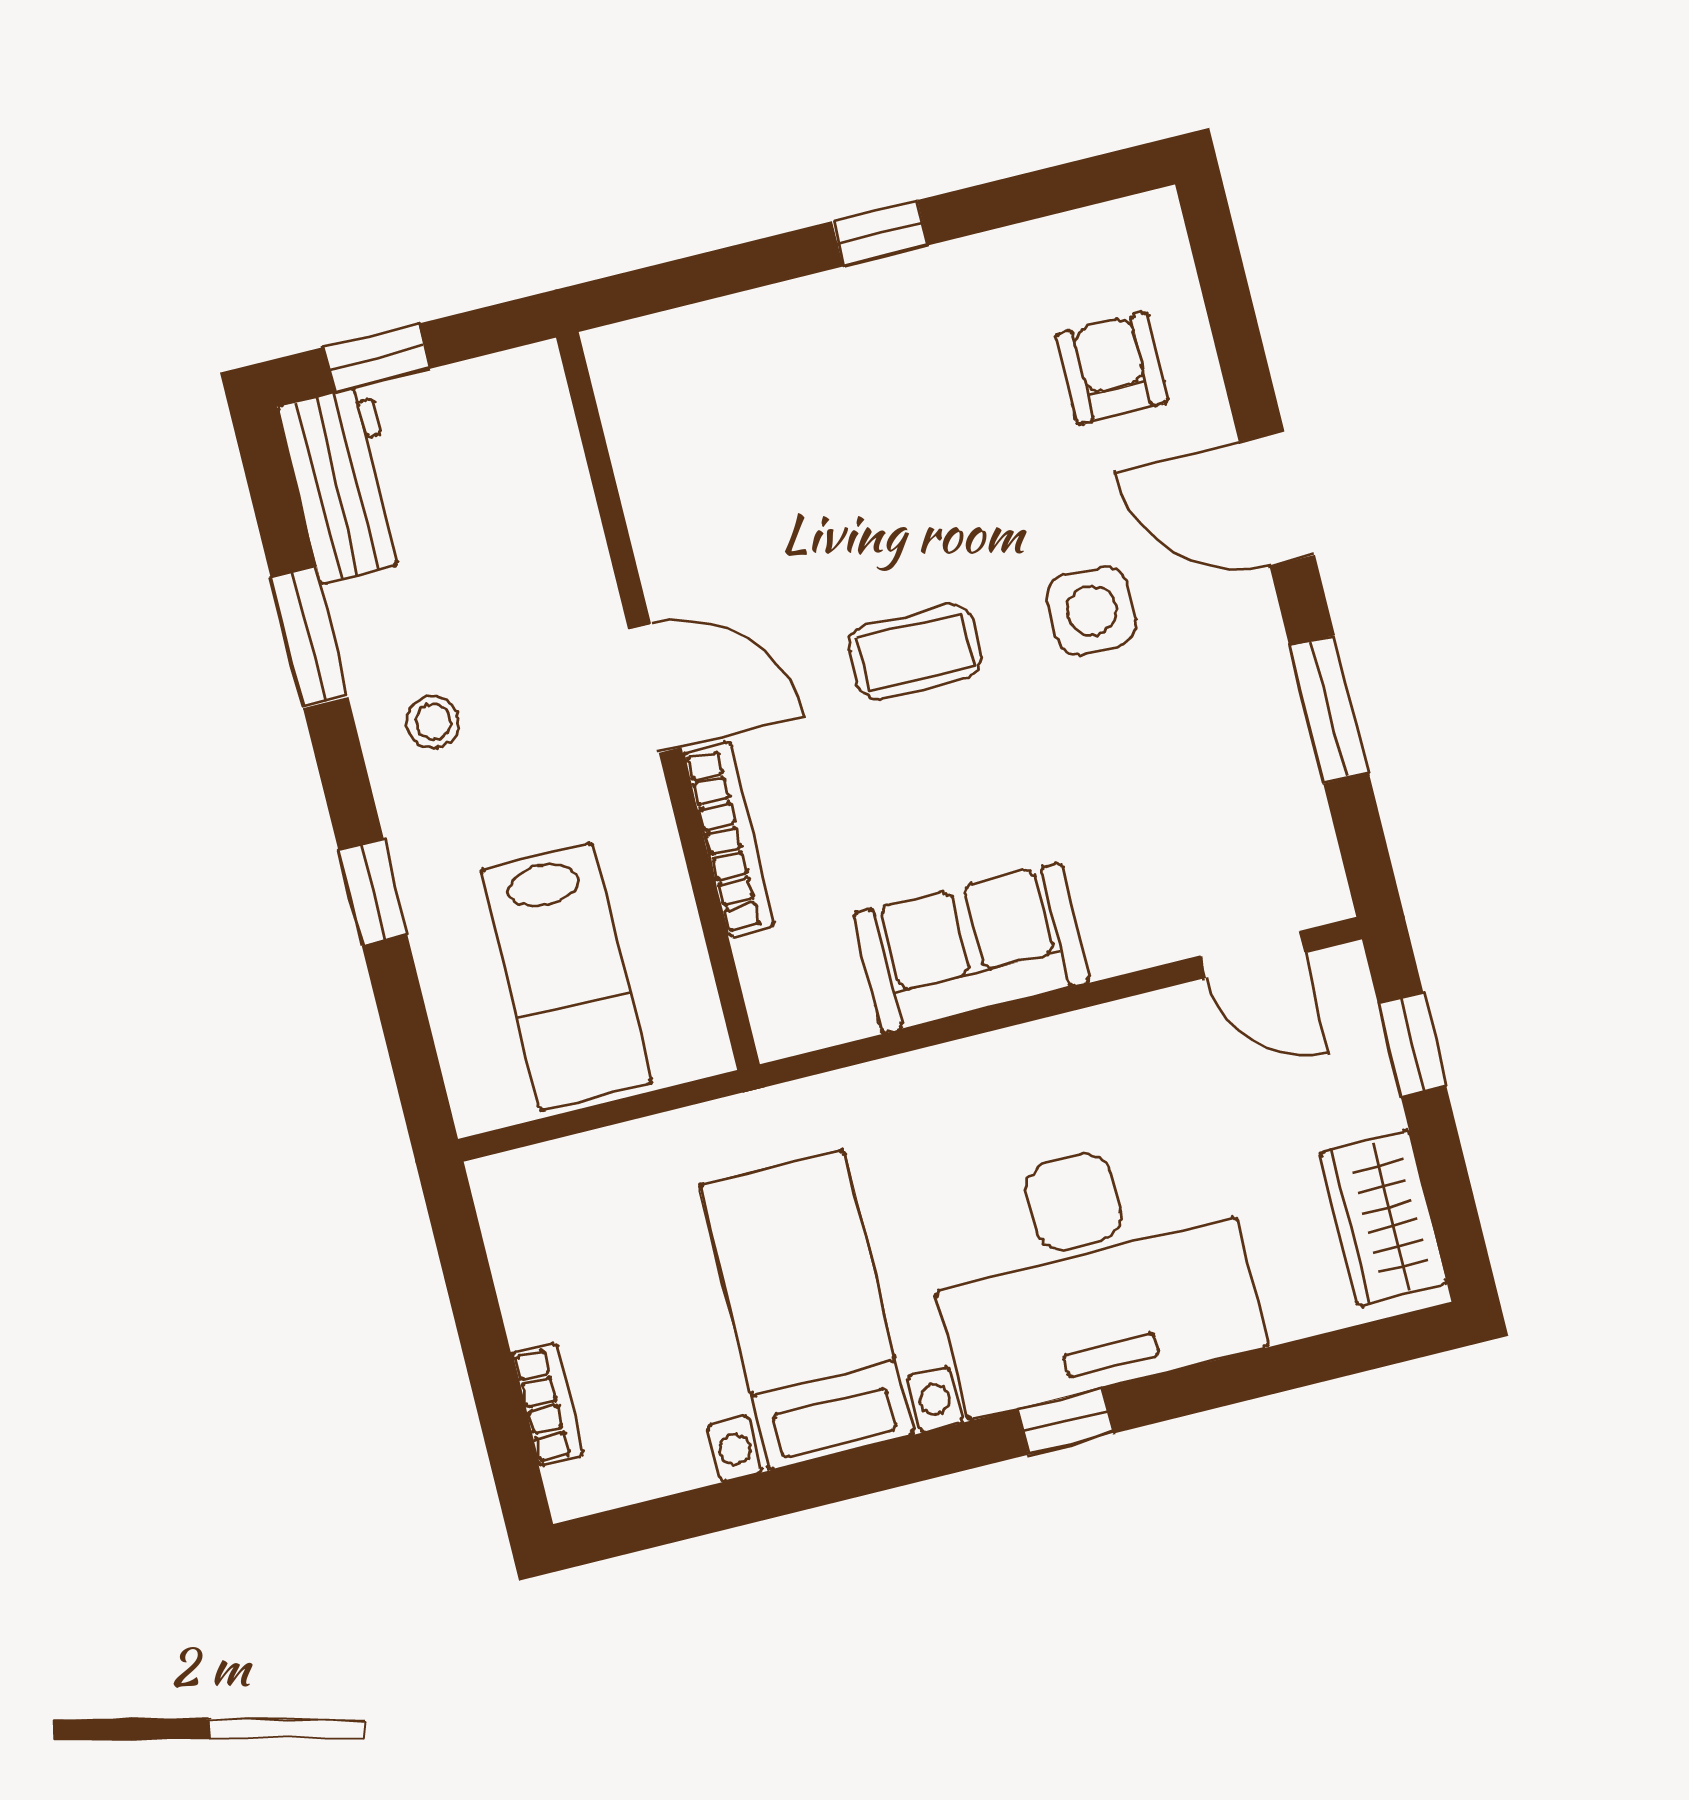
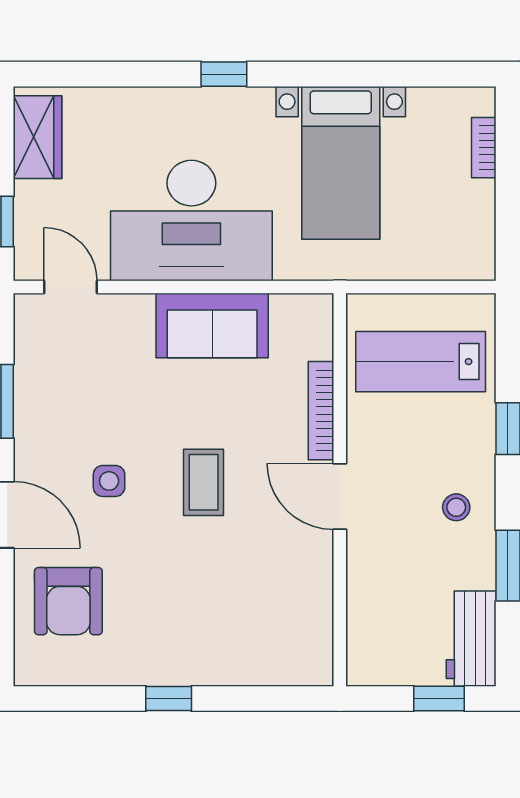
armchair: (1112, 368) -> (68, 601), width x1.38, depth x1.38
side table: (1092, 611) -> (109, 481), width x0.73, depth x0.73
coffee table: (915, 652) -> (204, 482), turned 90
lab bench: (566, 977) -> (421, 362), turned -90
desk: (1091, 1272) -> (191, 221), moved, turned 180

